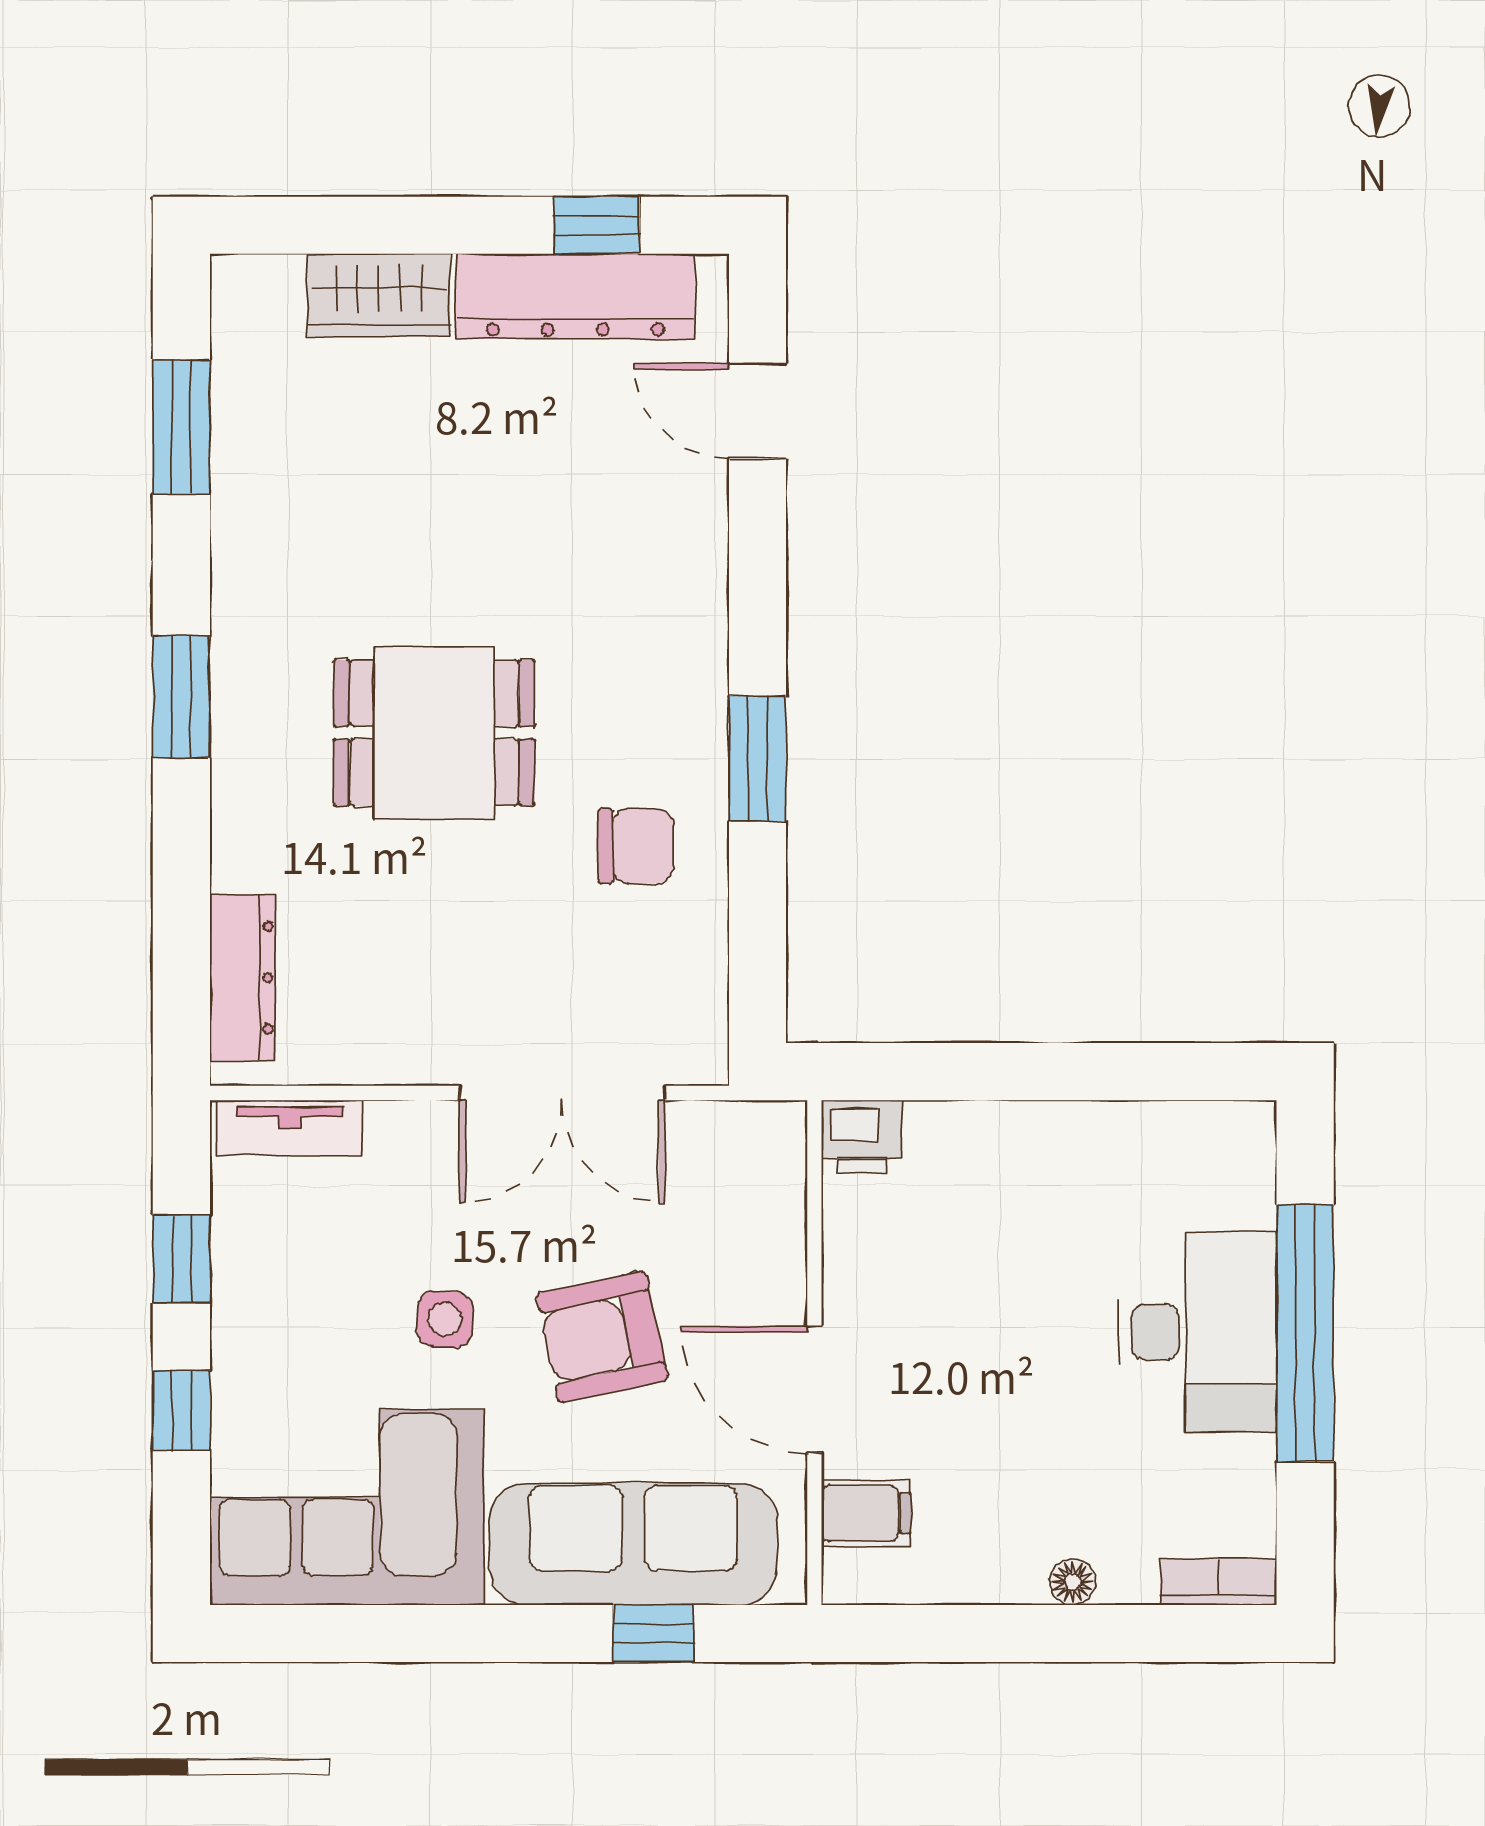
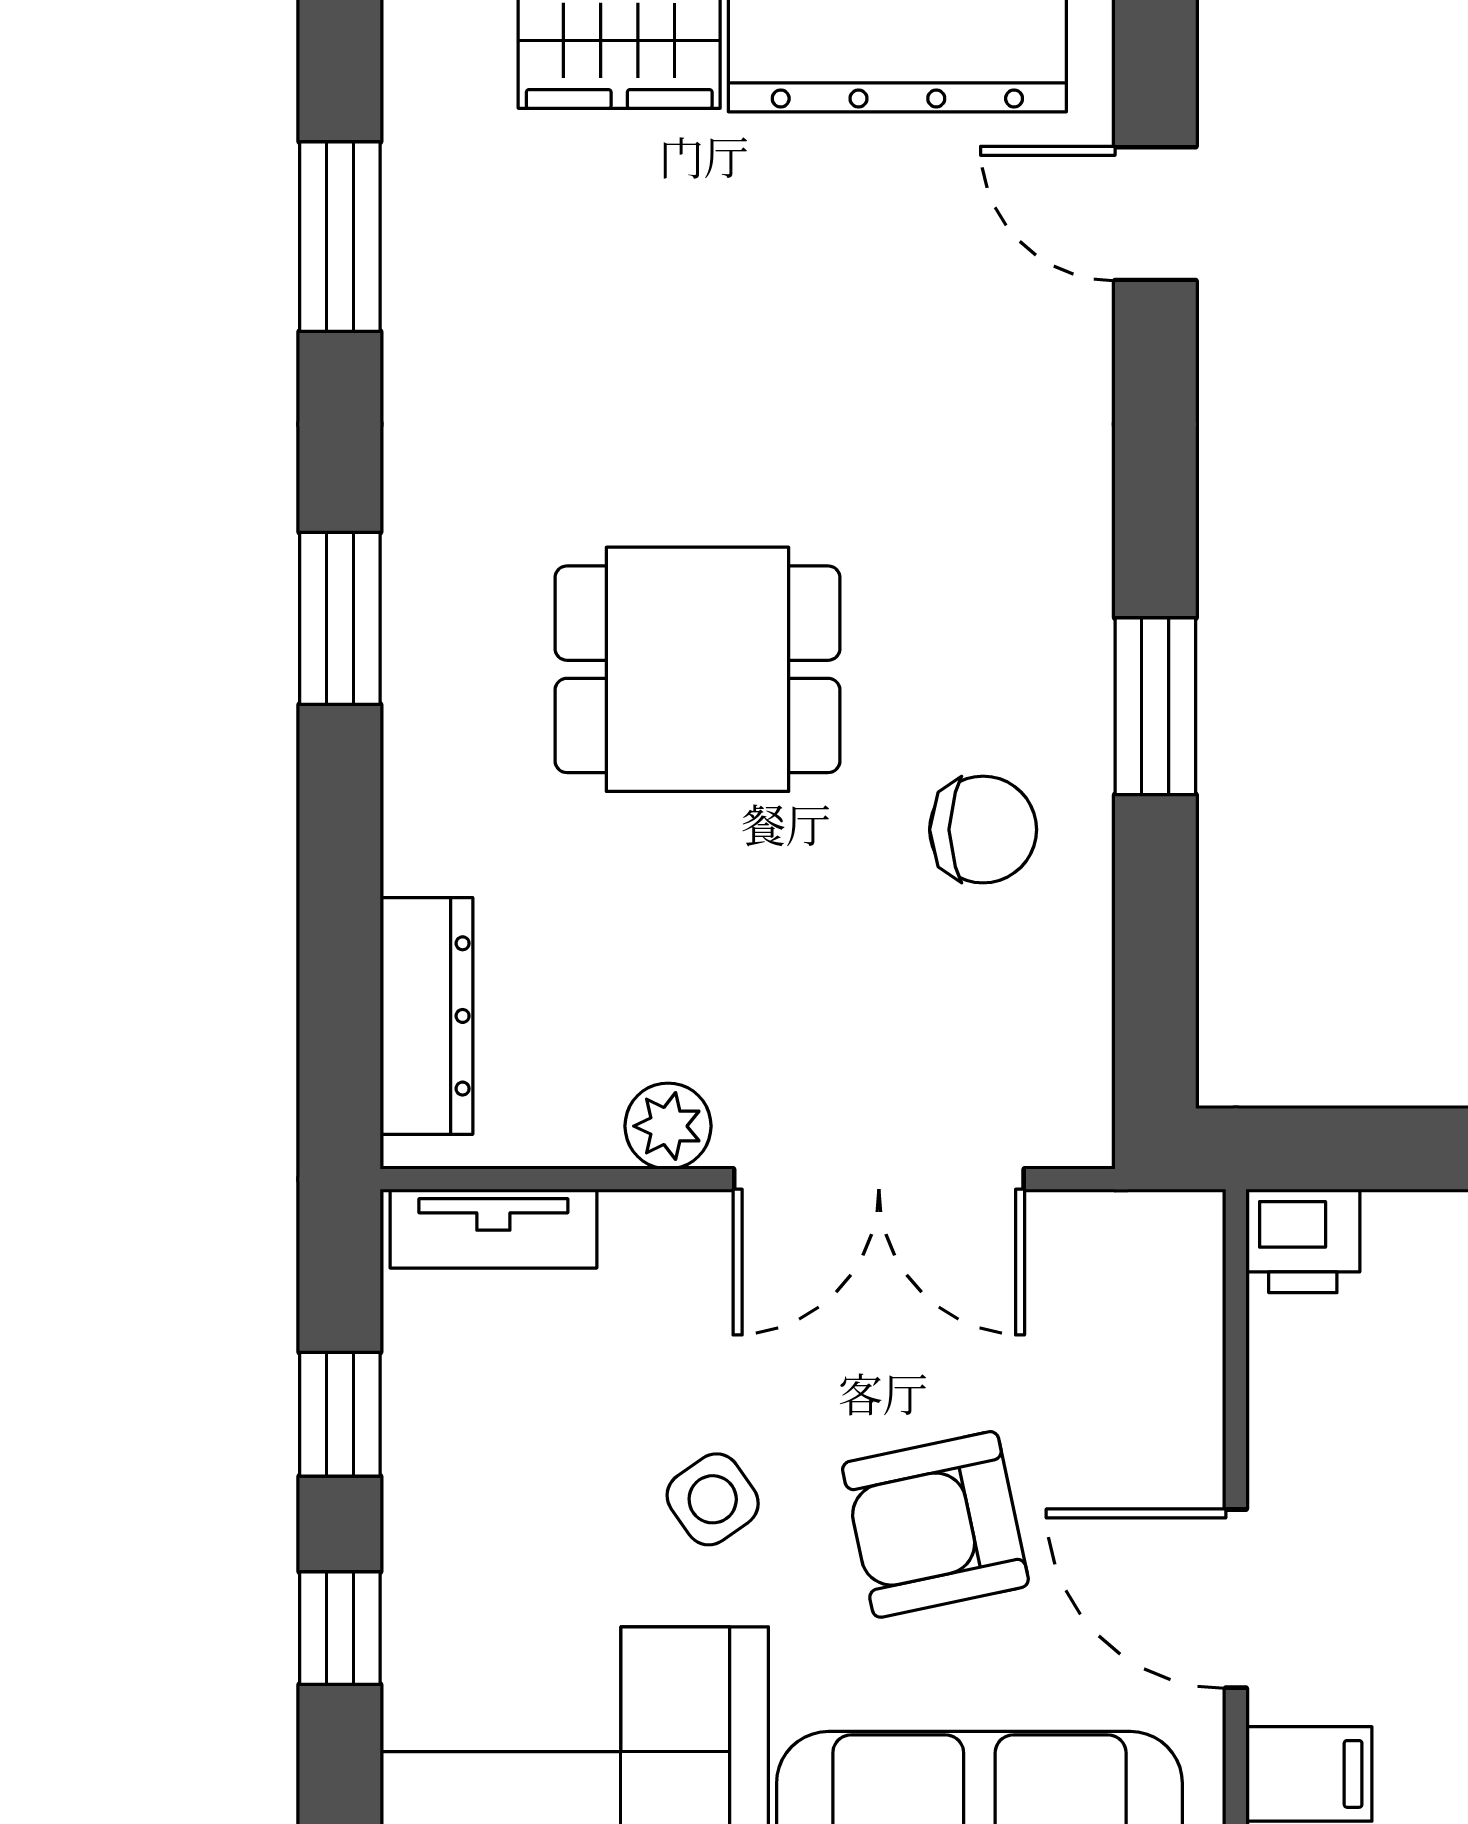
plant: (413, 1055) -> (668, 1126), added
side table: (445, 1319) -> (713, 1499), turned -38

